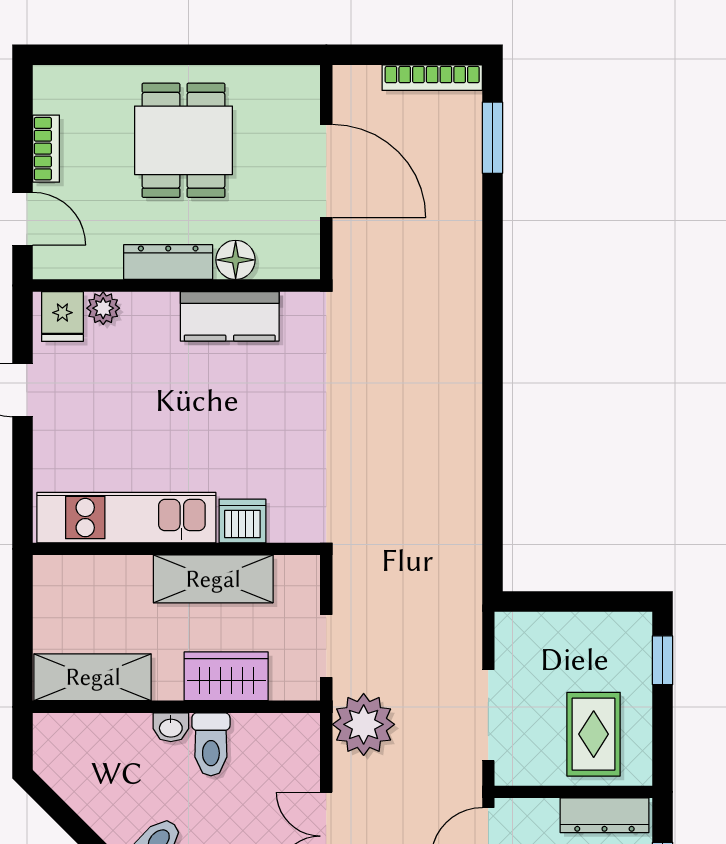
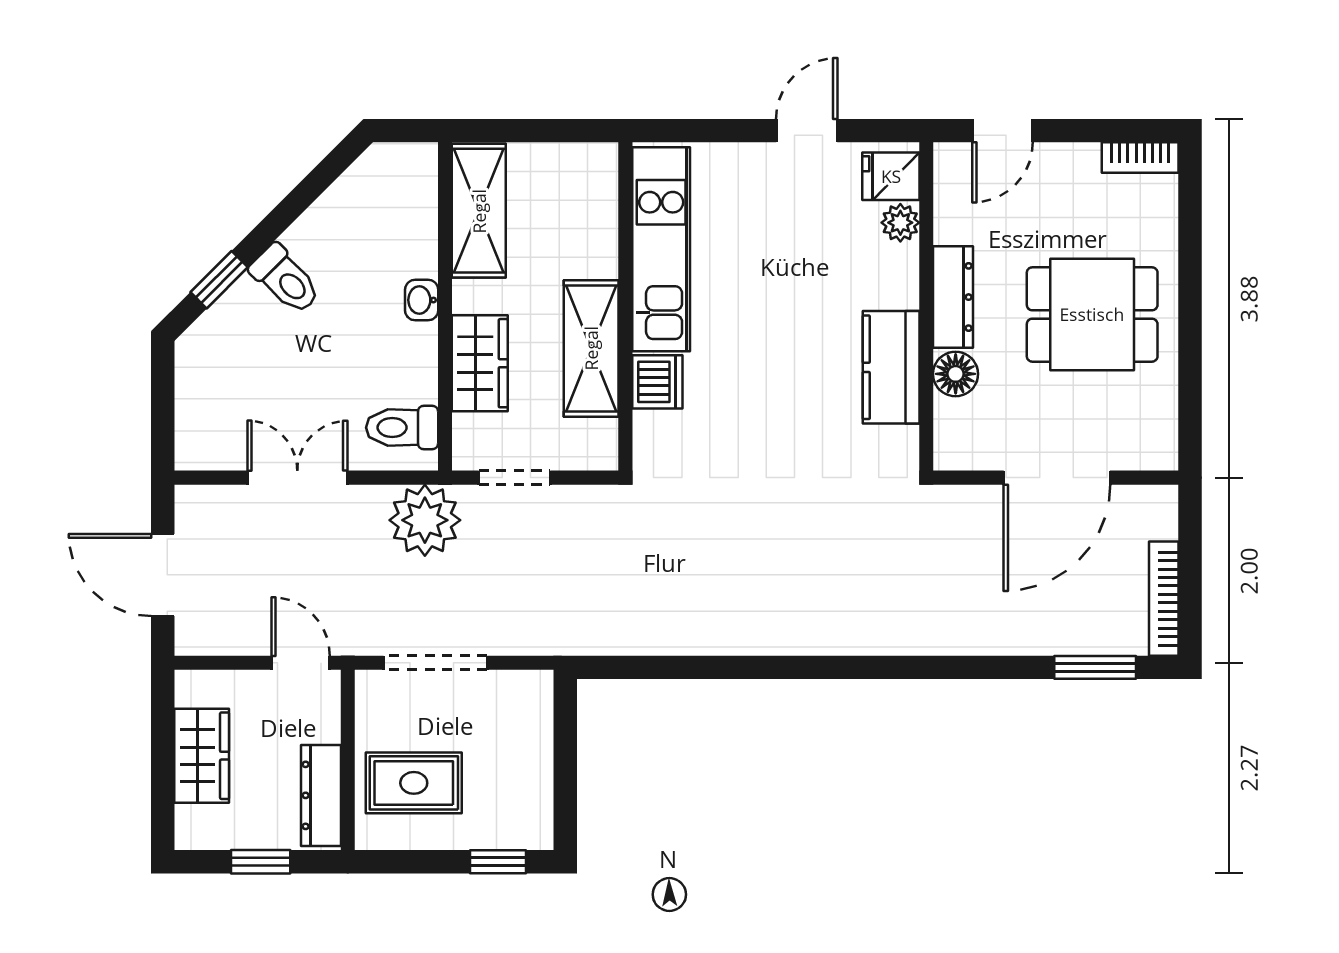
bookcase: (46, 149) -> (1140, 158), moved
toilet: (211, 744) -> (402, 428), moved

